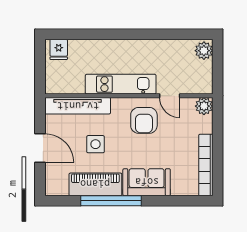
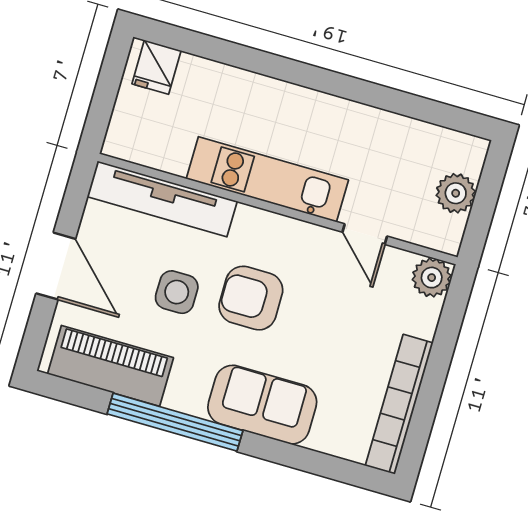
plant: (204, 51) -> (456, 193), moved
armchair: (144, 120) -> (251, 298), moved, turned 90
piano: (95, 184) -> (110, 366), moved

